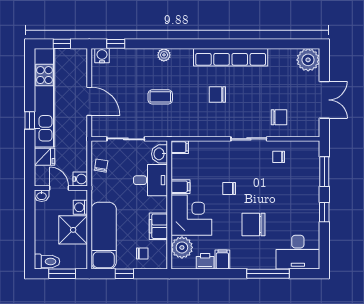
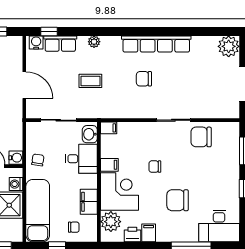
row of seats: (128, 57) -> (60, 44), added
chair: (279, 117) -> (201, 100), removed
chair: (279, 157) -> (201, 137), width x1.87, depth x1.87
chair: (101, 166) -> (38, 160), moved

